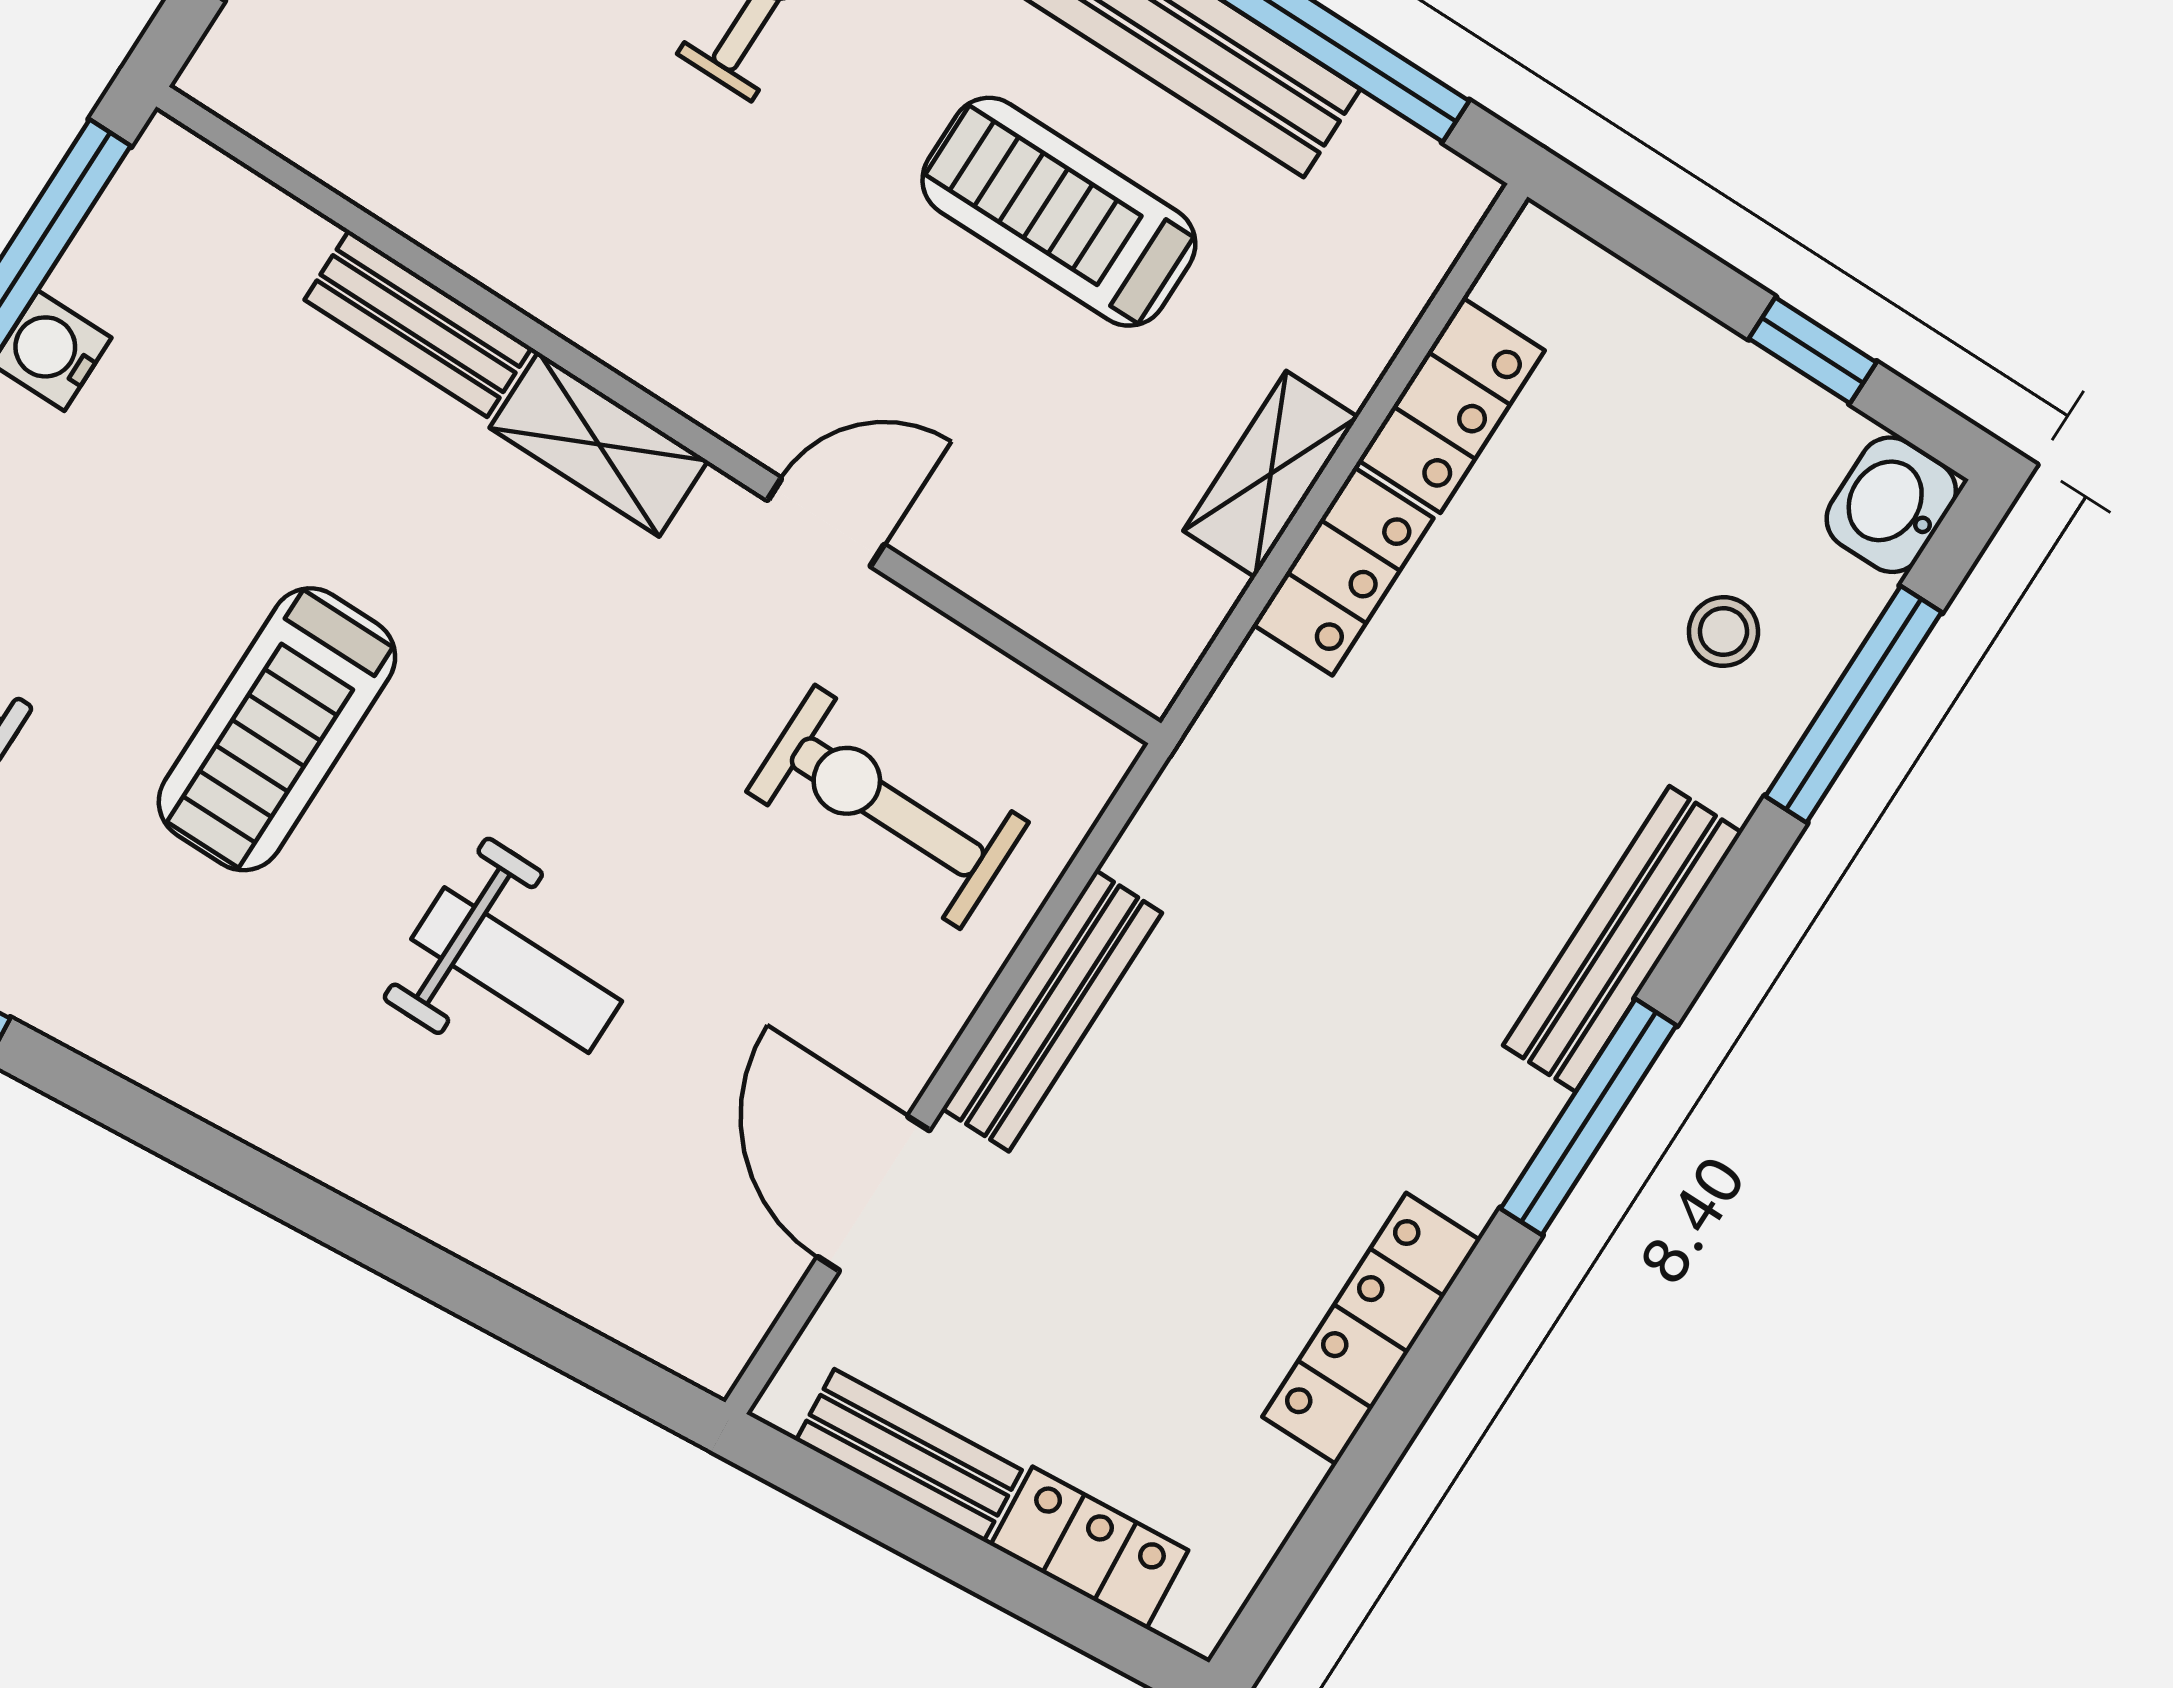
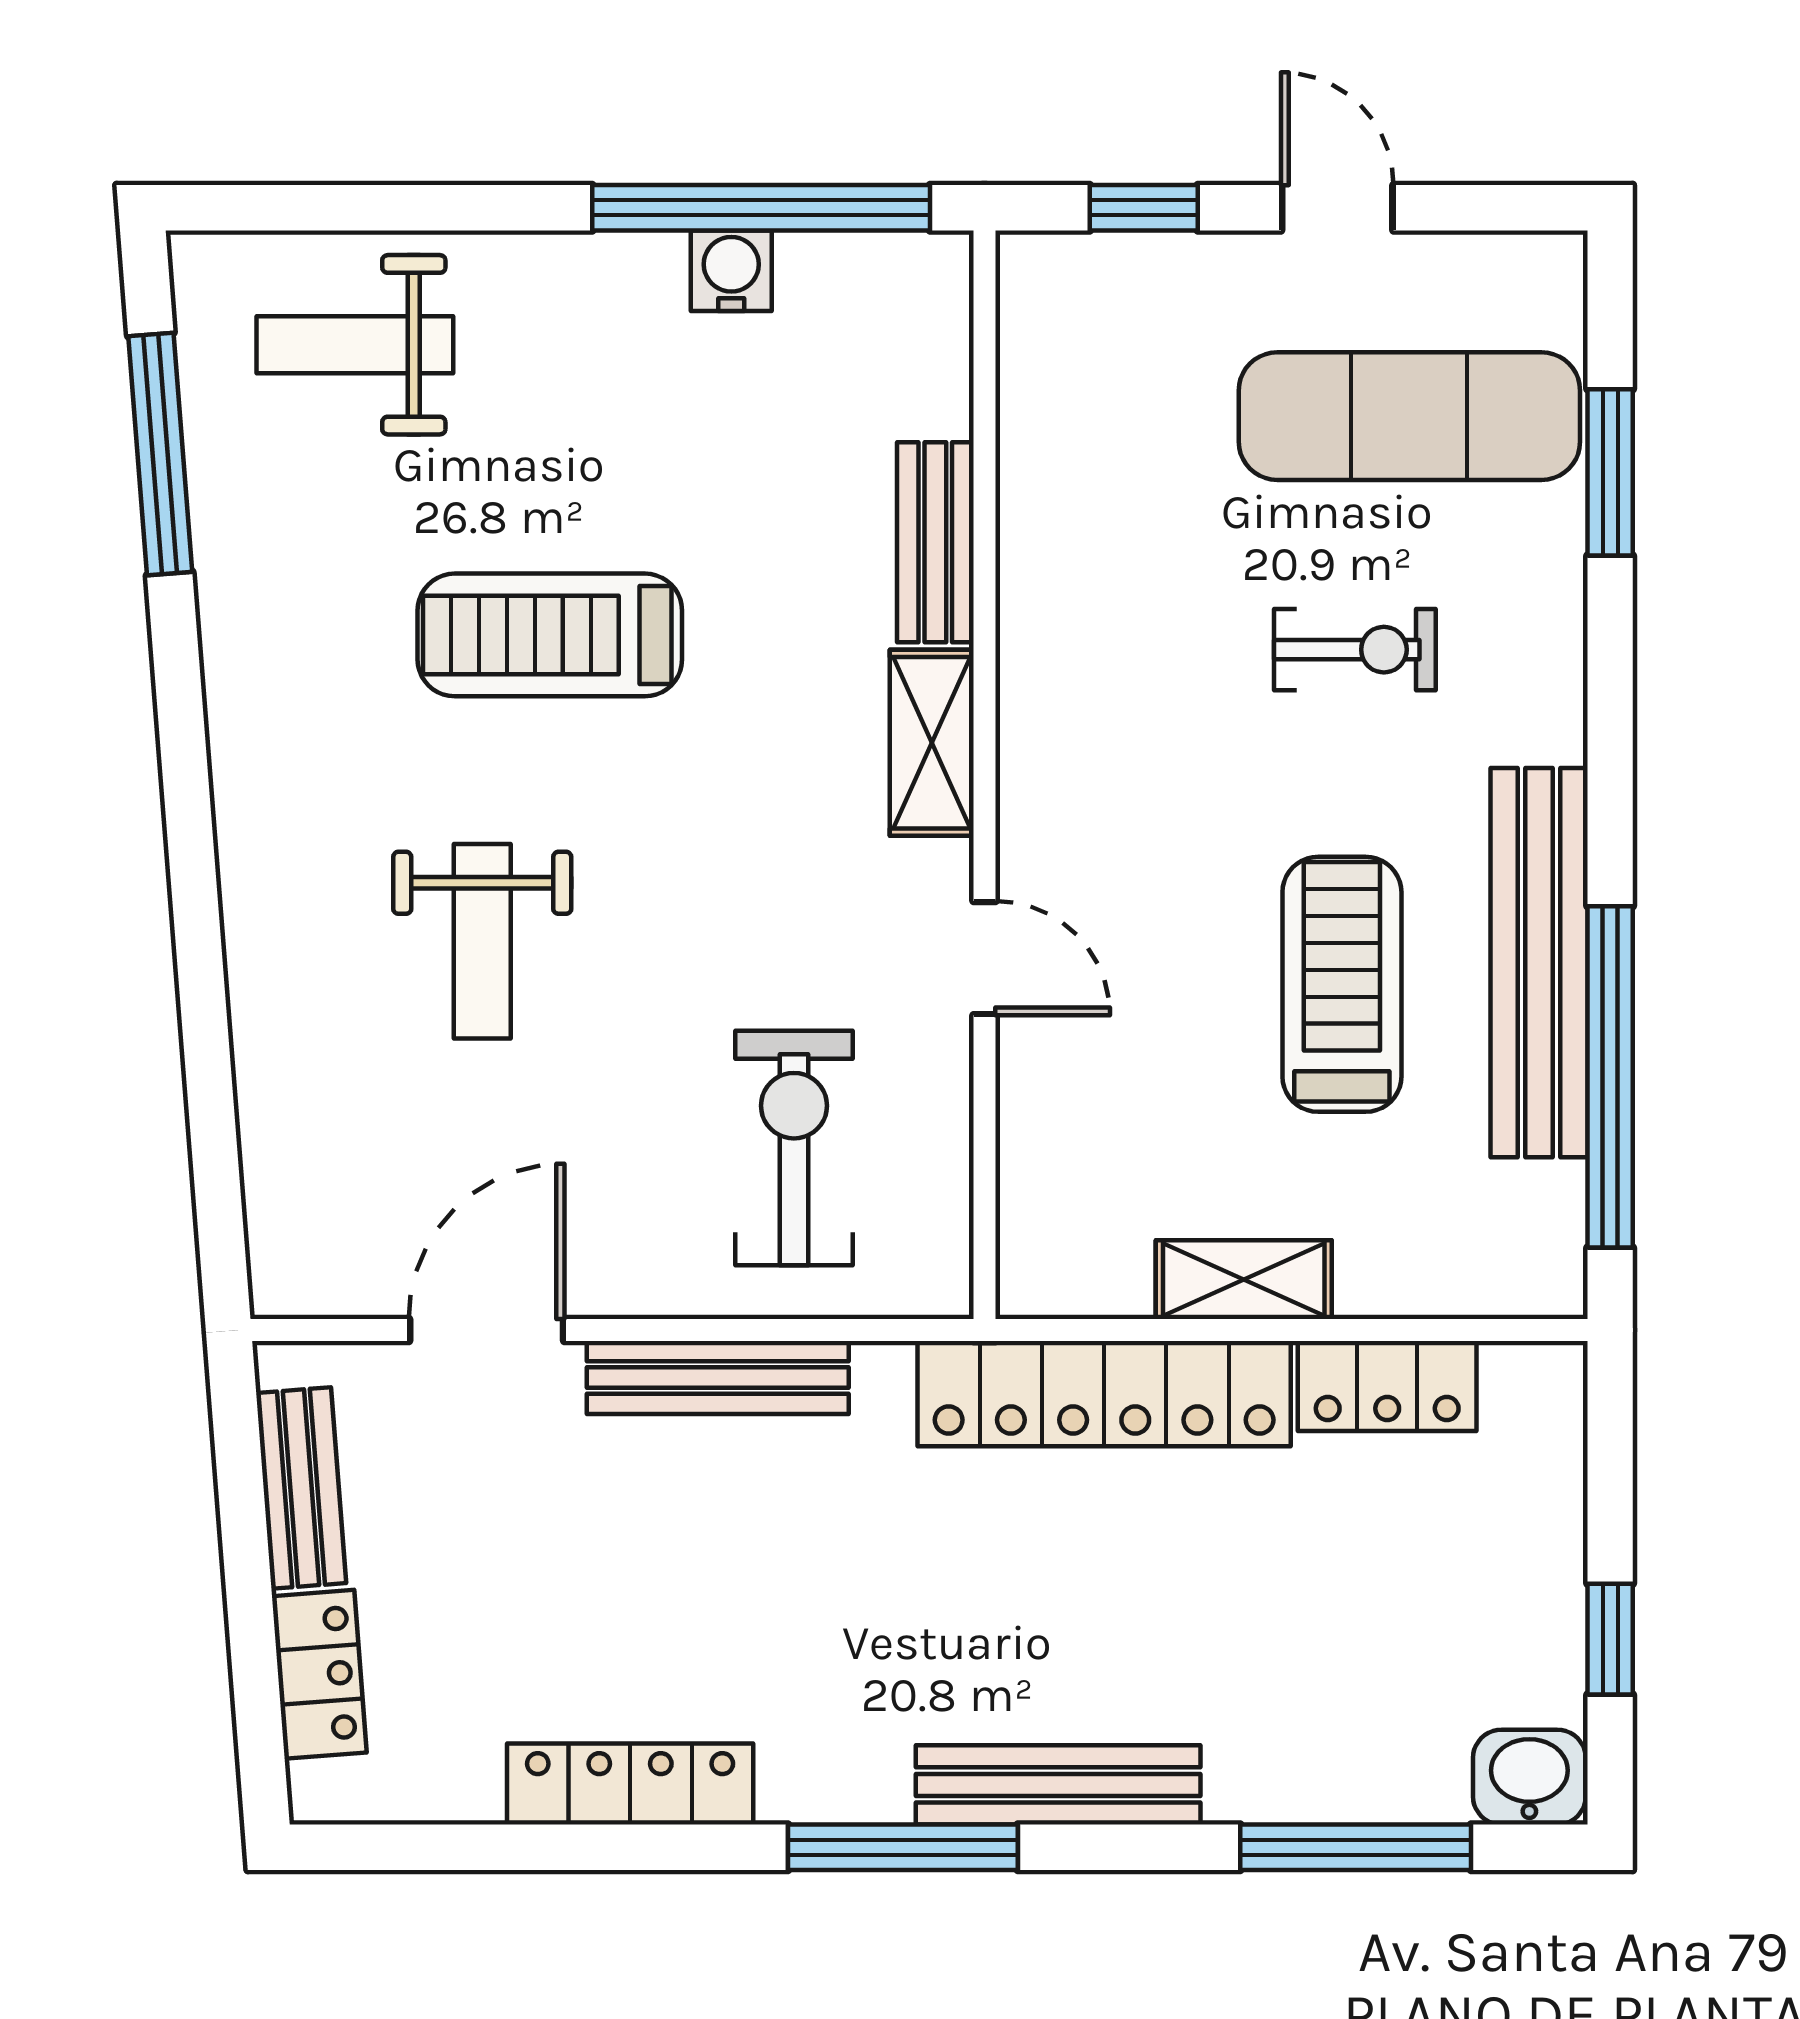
locker: (1343, 571) -> (1104, 1394), width x2.16, depth x1.21
stool: (1723, 632) -> (1347, 1710), removed

